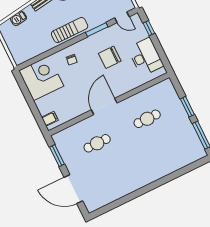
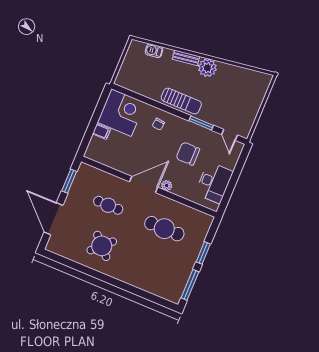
window: (149, 28) -> (240, 165), removed
plant: (119, 91) -> (167, 186), added
filing cabinet: (50, 119) -> (101, 132), moved
cafe table: (147, 119) -> (164, 229), width x1.37, depth x1.35
round table: (121, 172) -> (102, 246), added

